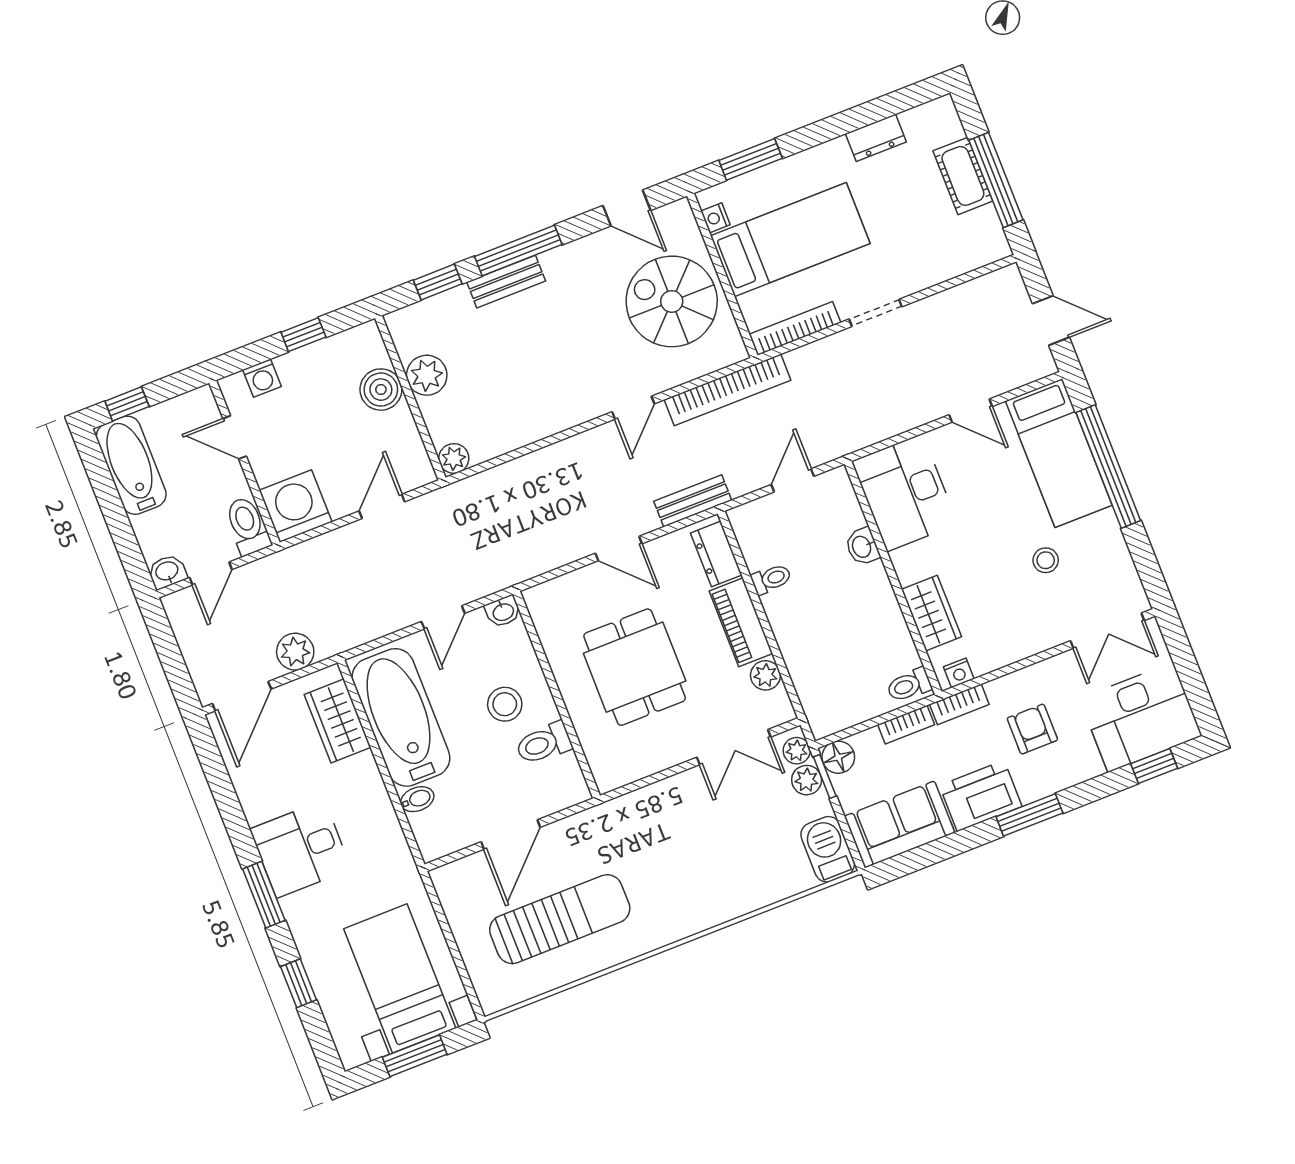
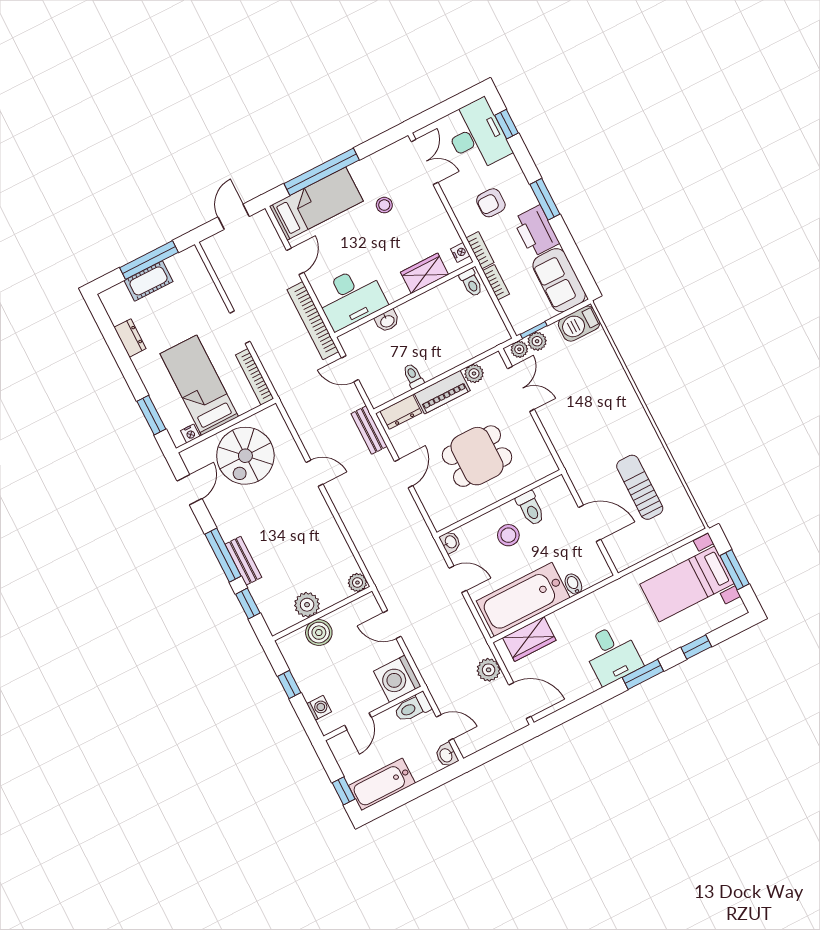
bookcase: (727, 390) -> (313, 321), moved, turned 180
floor lamp: (838, 757) -> (521, 323), removed
sun lounger: (560, 919) -> (640, 487), width x0.73, depth x0.75

